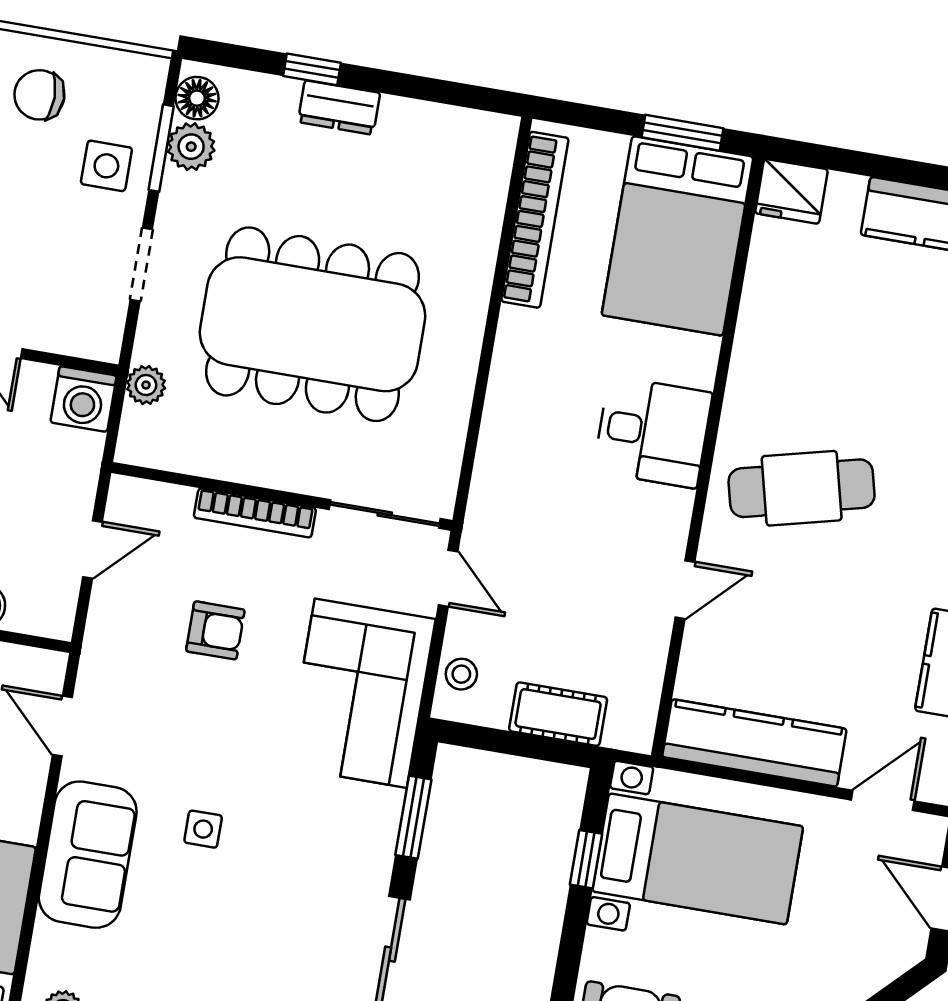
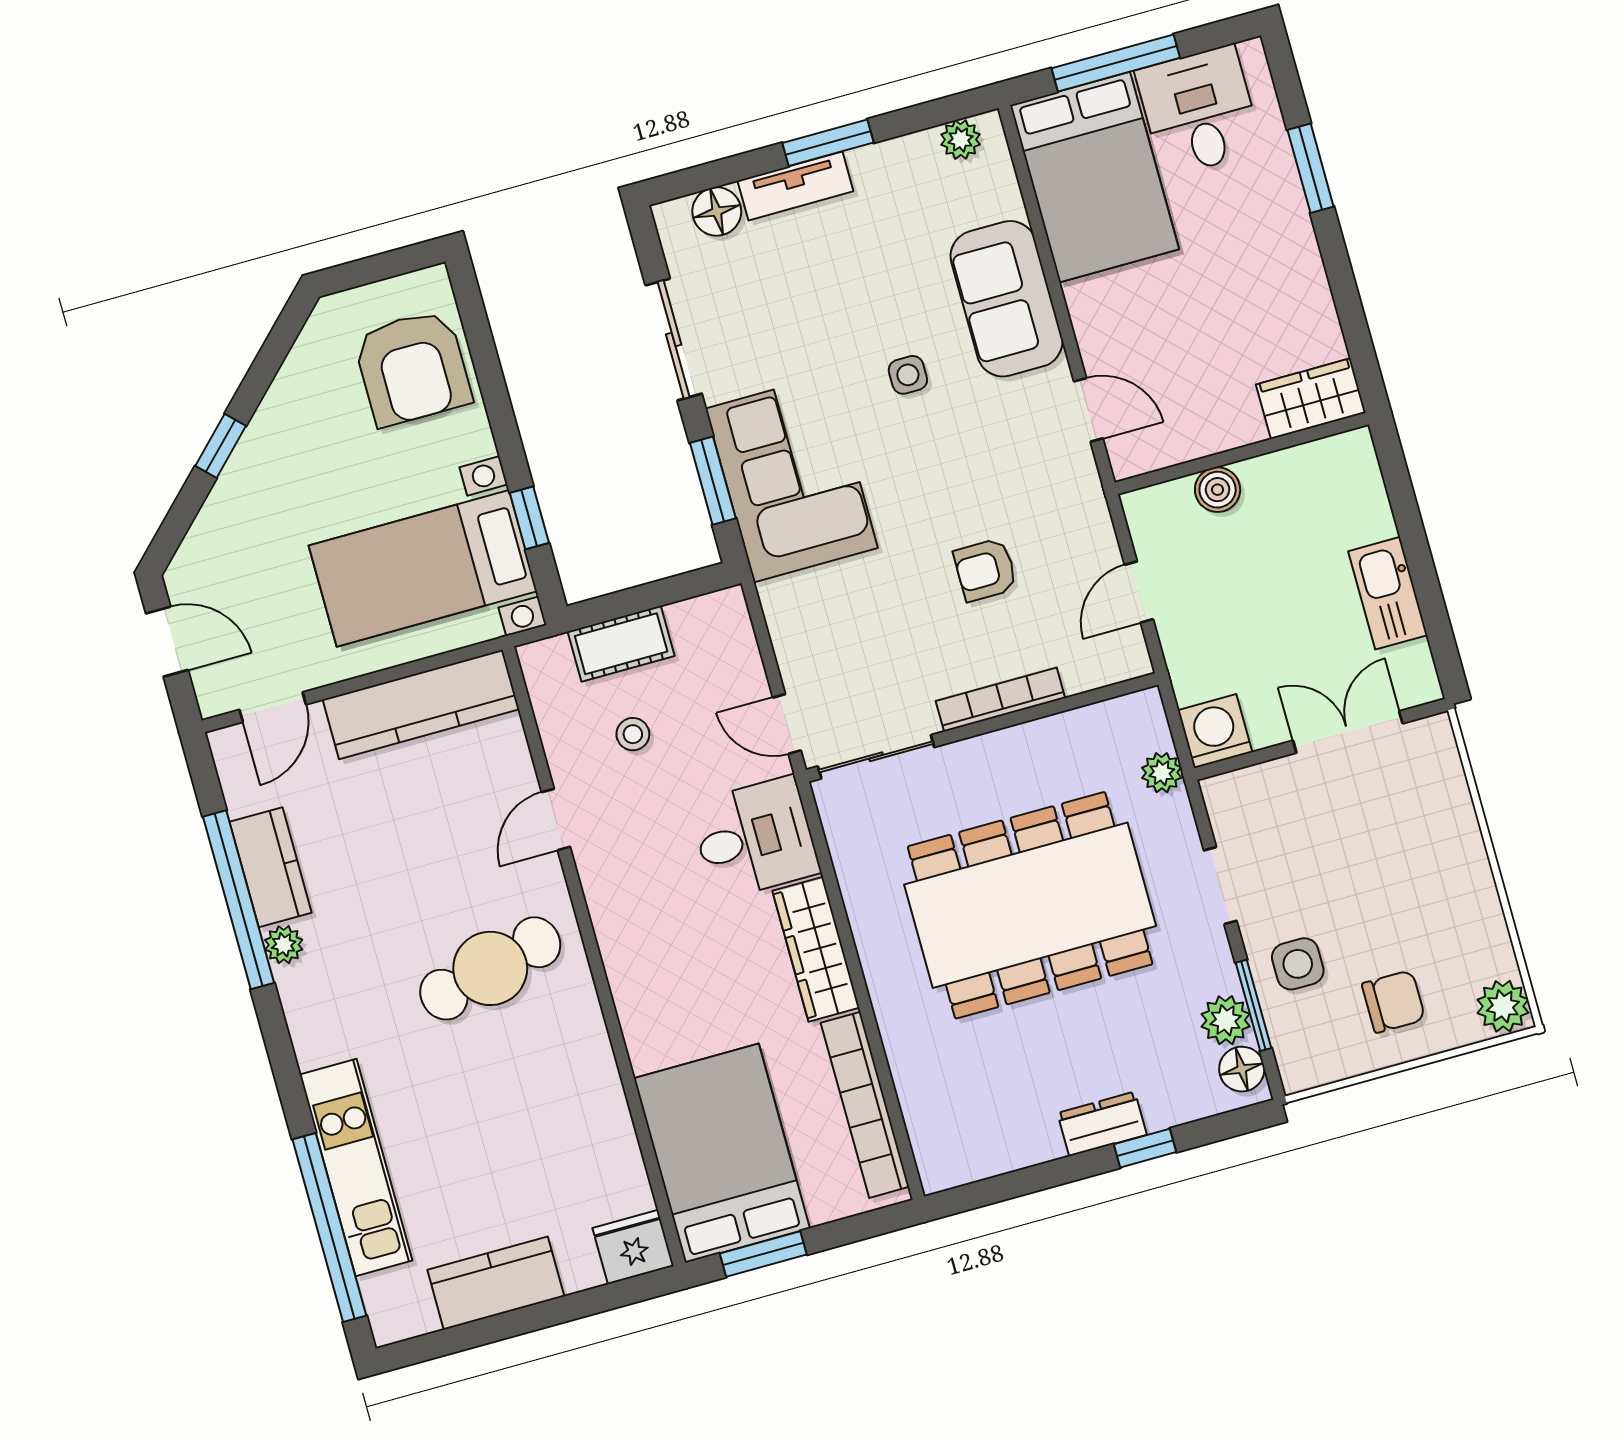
wardrobe: (514, 373) -> (816, 949), added
desk: (653, 432) -> (755, 838), moved, turned 180
stool: (461, 674) -> (633, 734), moved
corner sofa: (361, 693) -> (792, 478), moved

